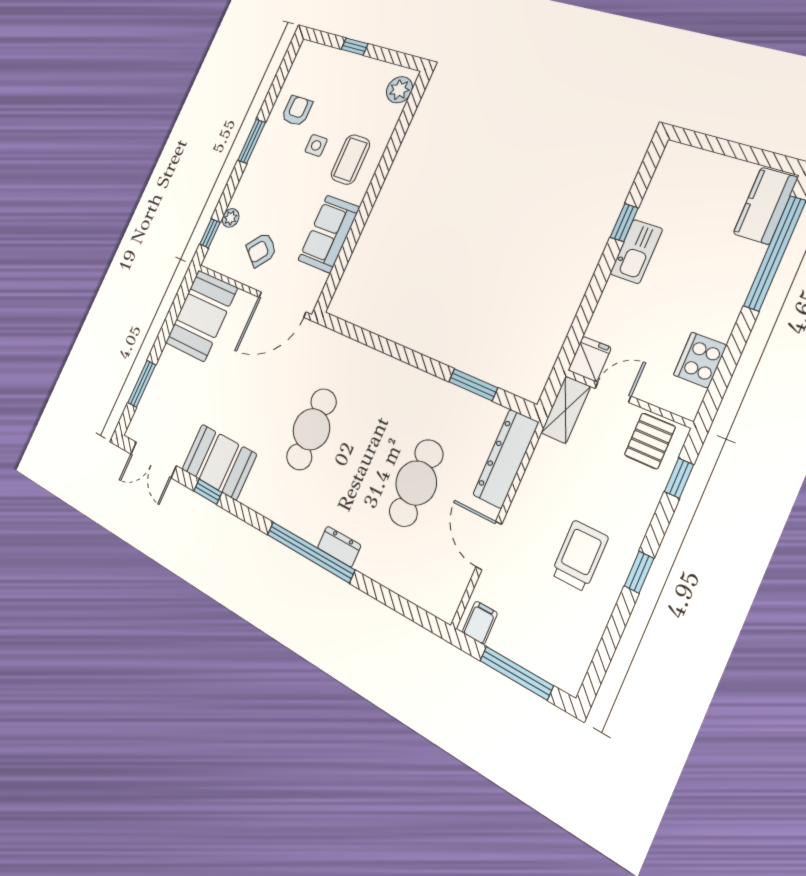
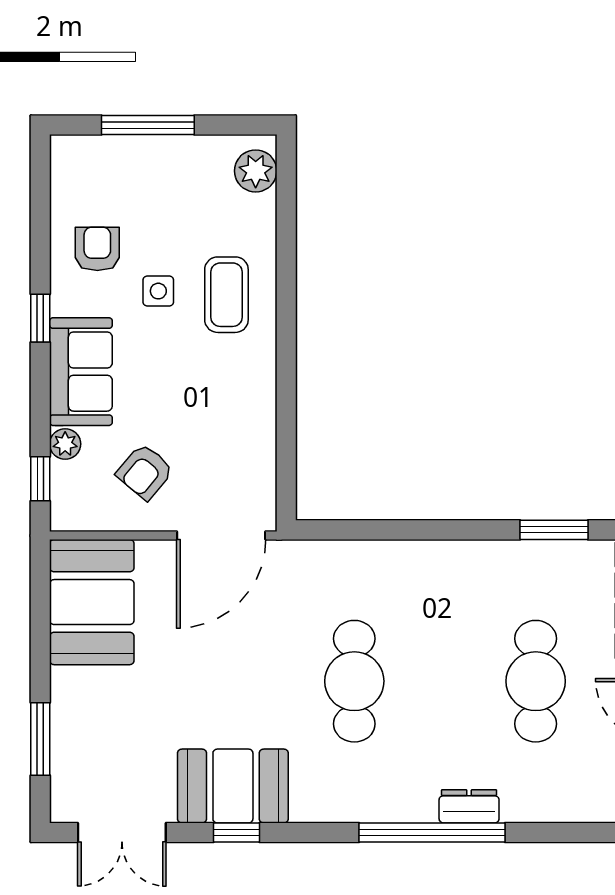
window: (355, 47) -> (148, 125), width x2.17
window: (252, 141) -> (40, 318), width x0.67
sofa: (329, 234) -> (81, 372), moved, turned 180

